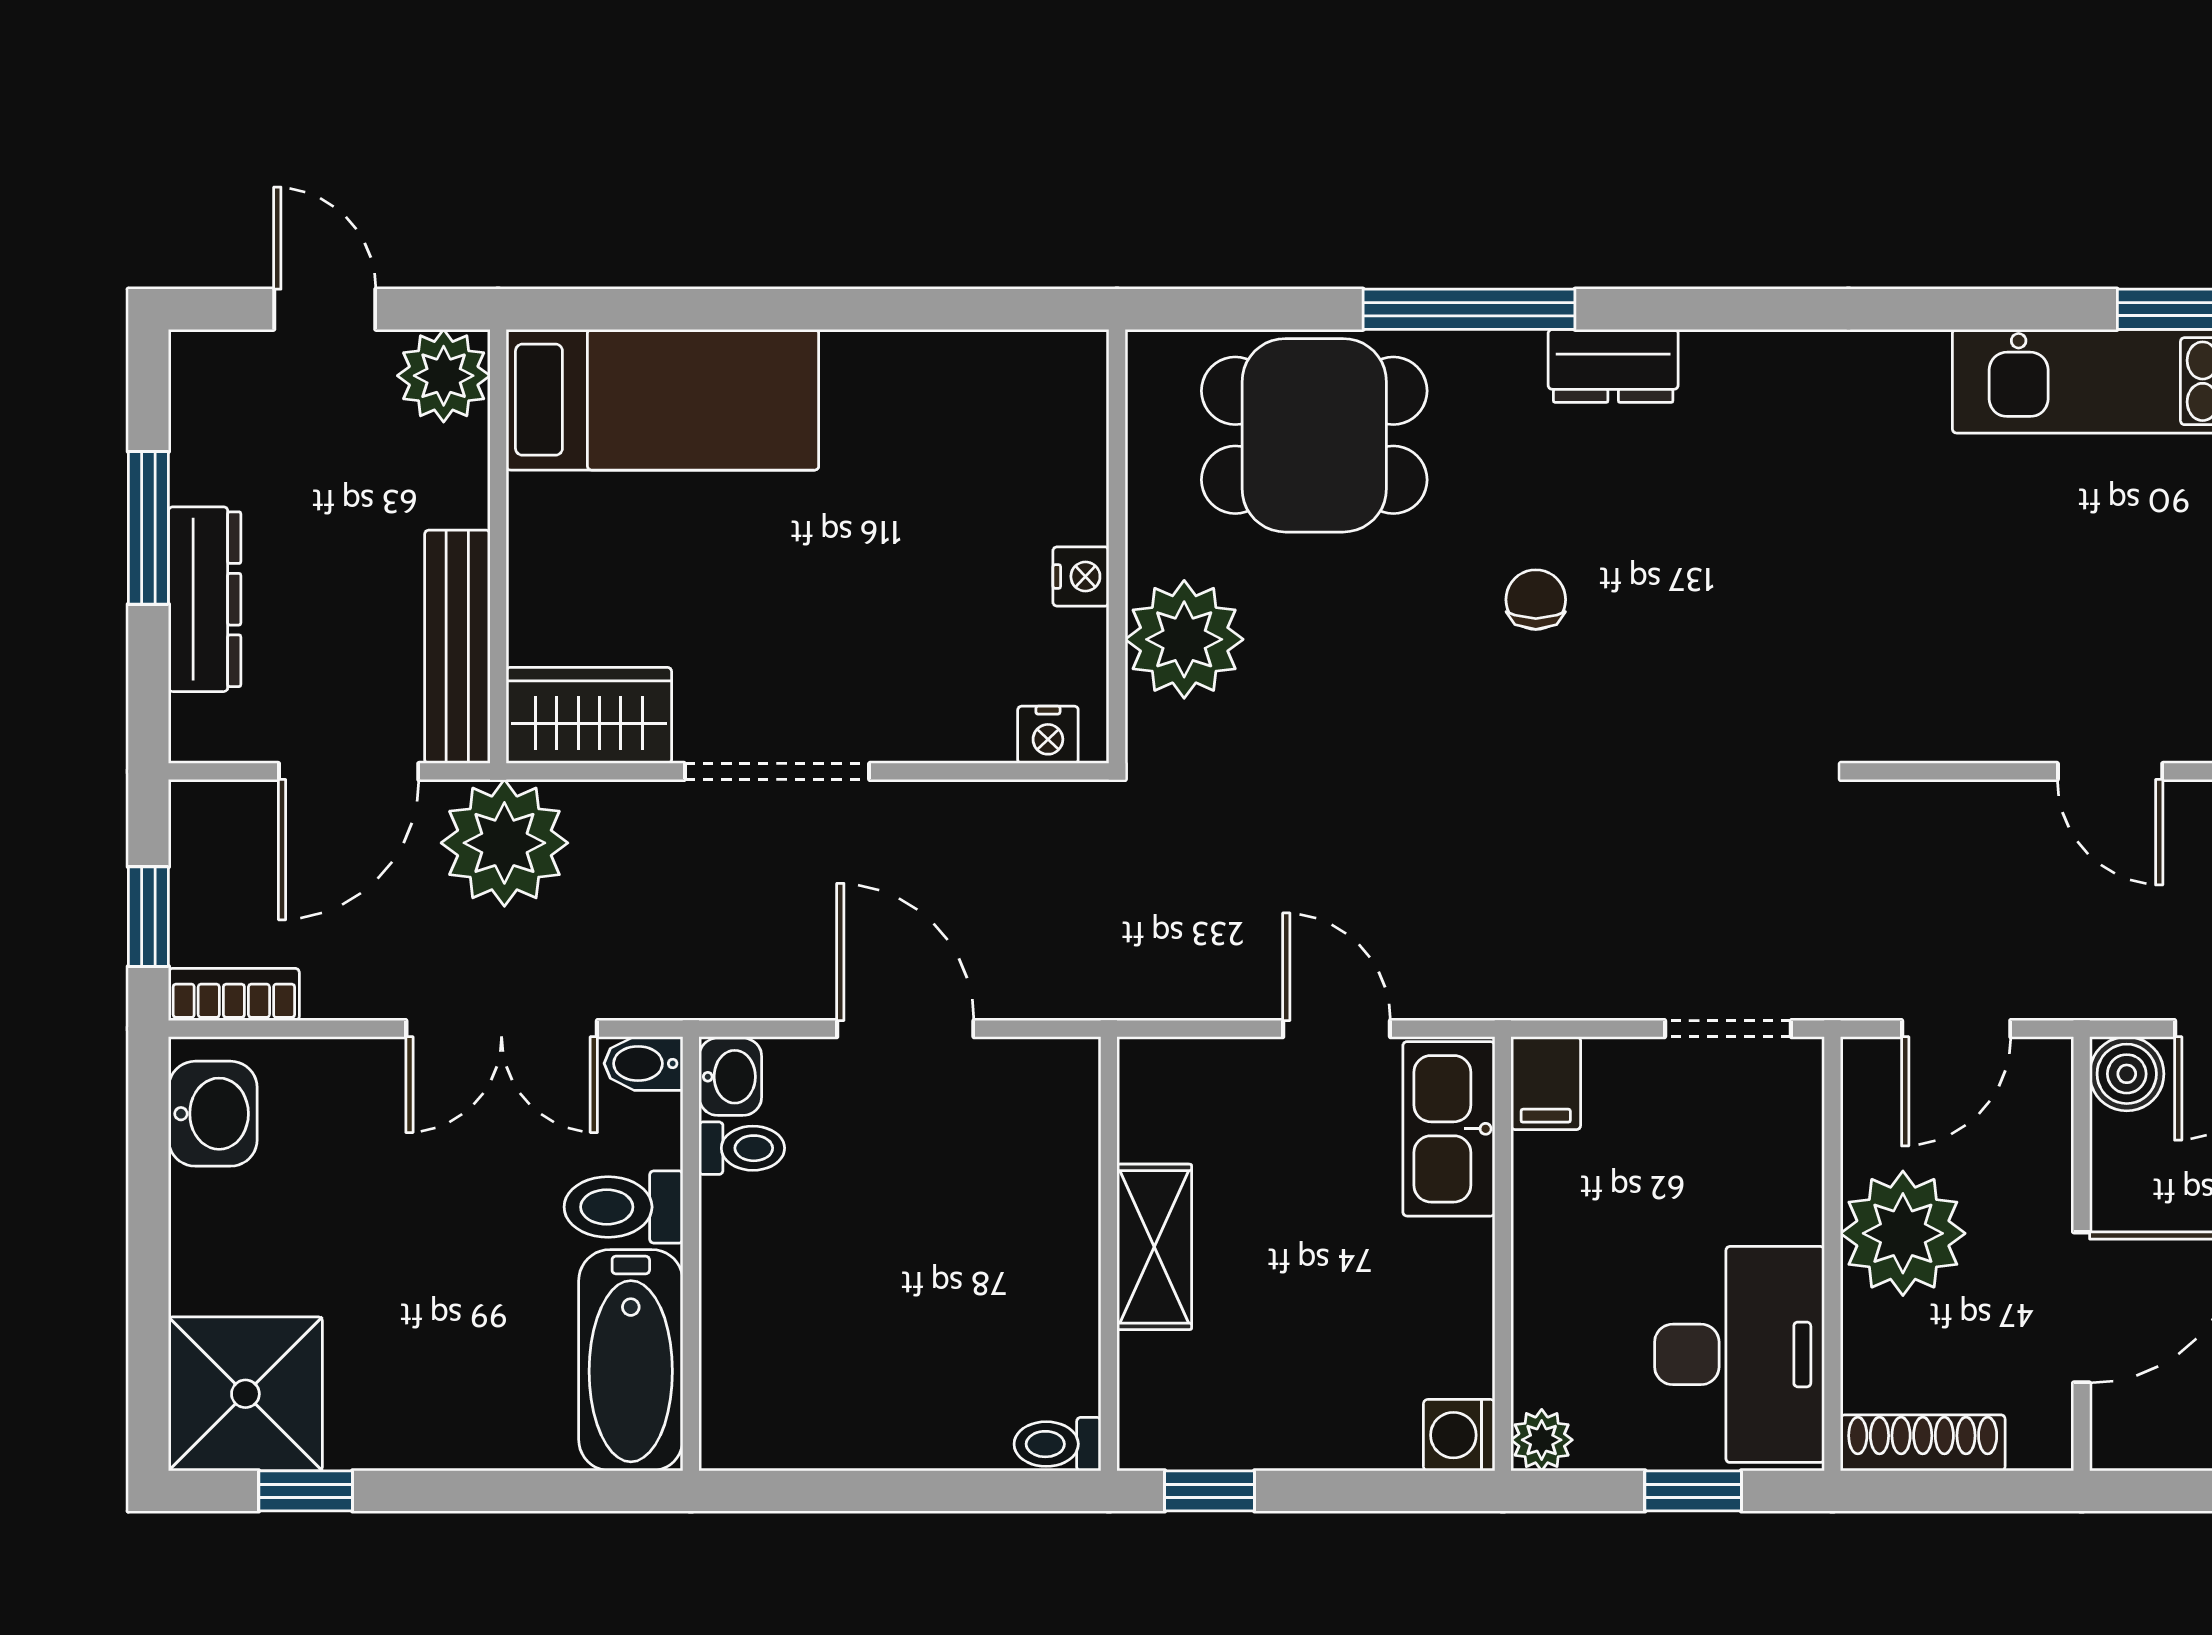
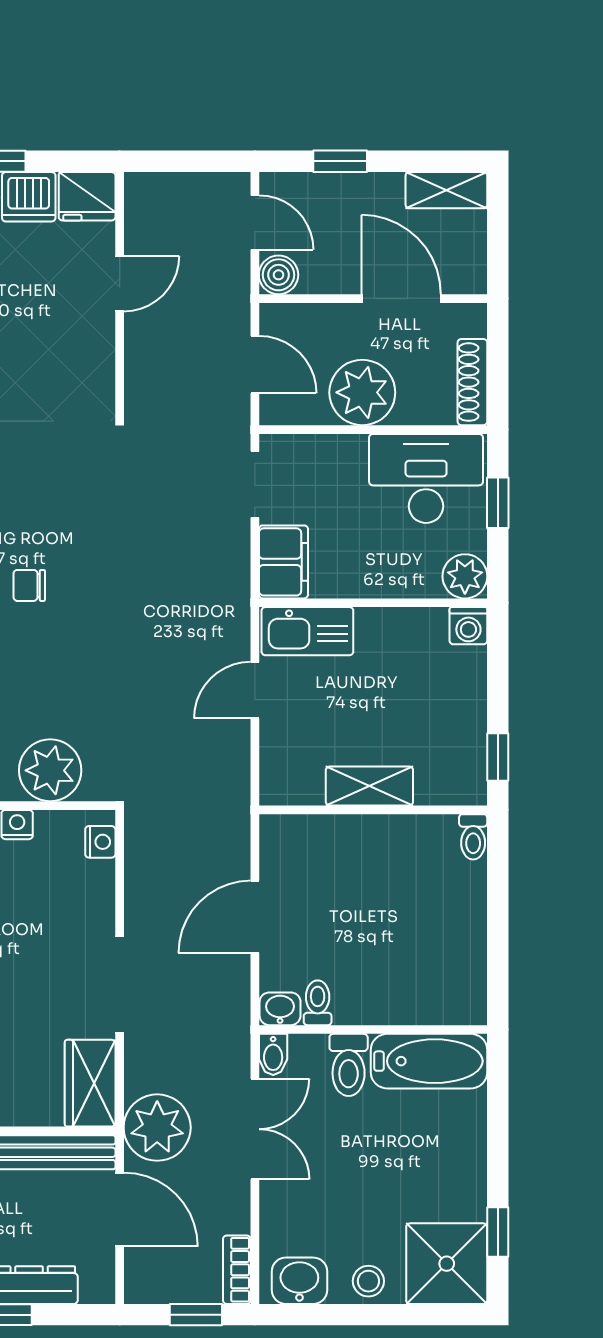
filing cabinet: (1546, 1083) -> (283, 562), width x2.00
stool: (212, 1245) -> (368, 1281), added
plant: (1542, 1440) -> (465, 576), width x1.38, depth x1.38

